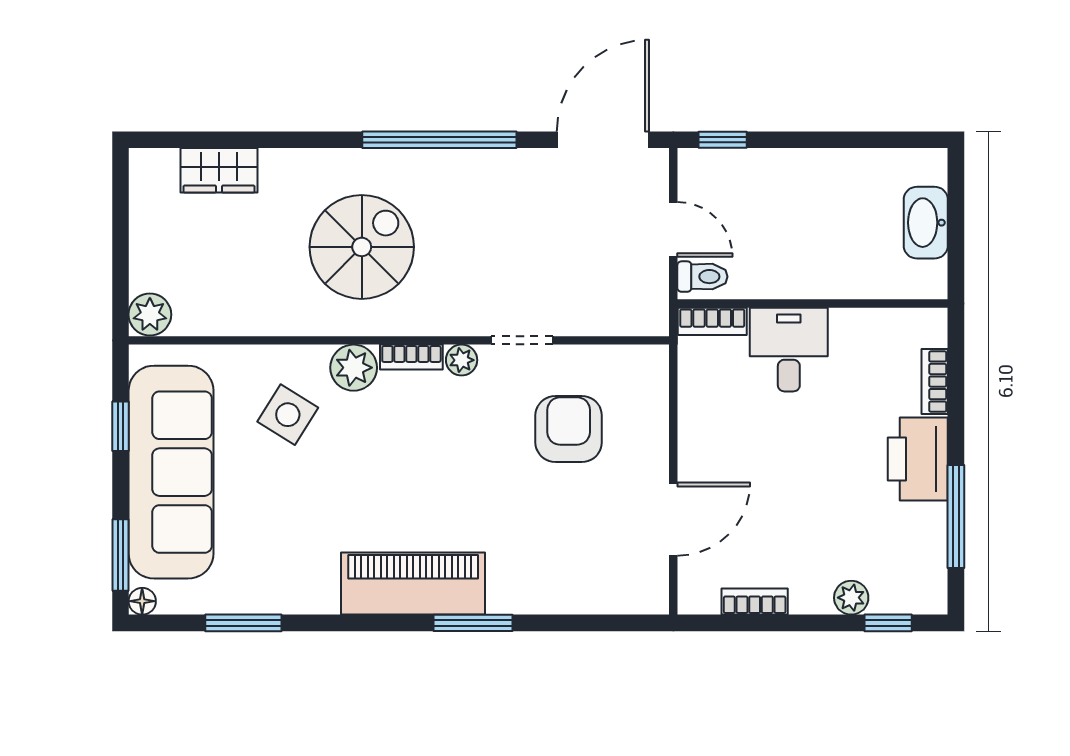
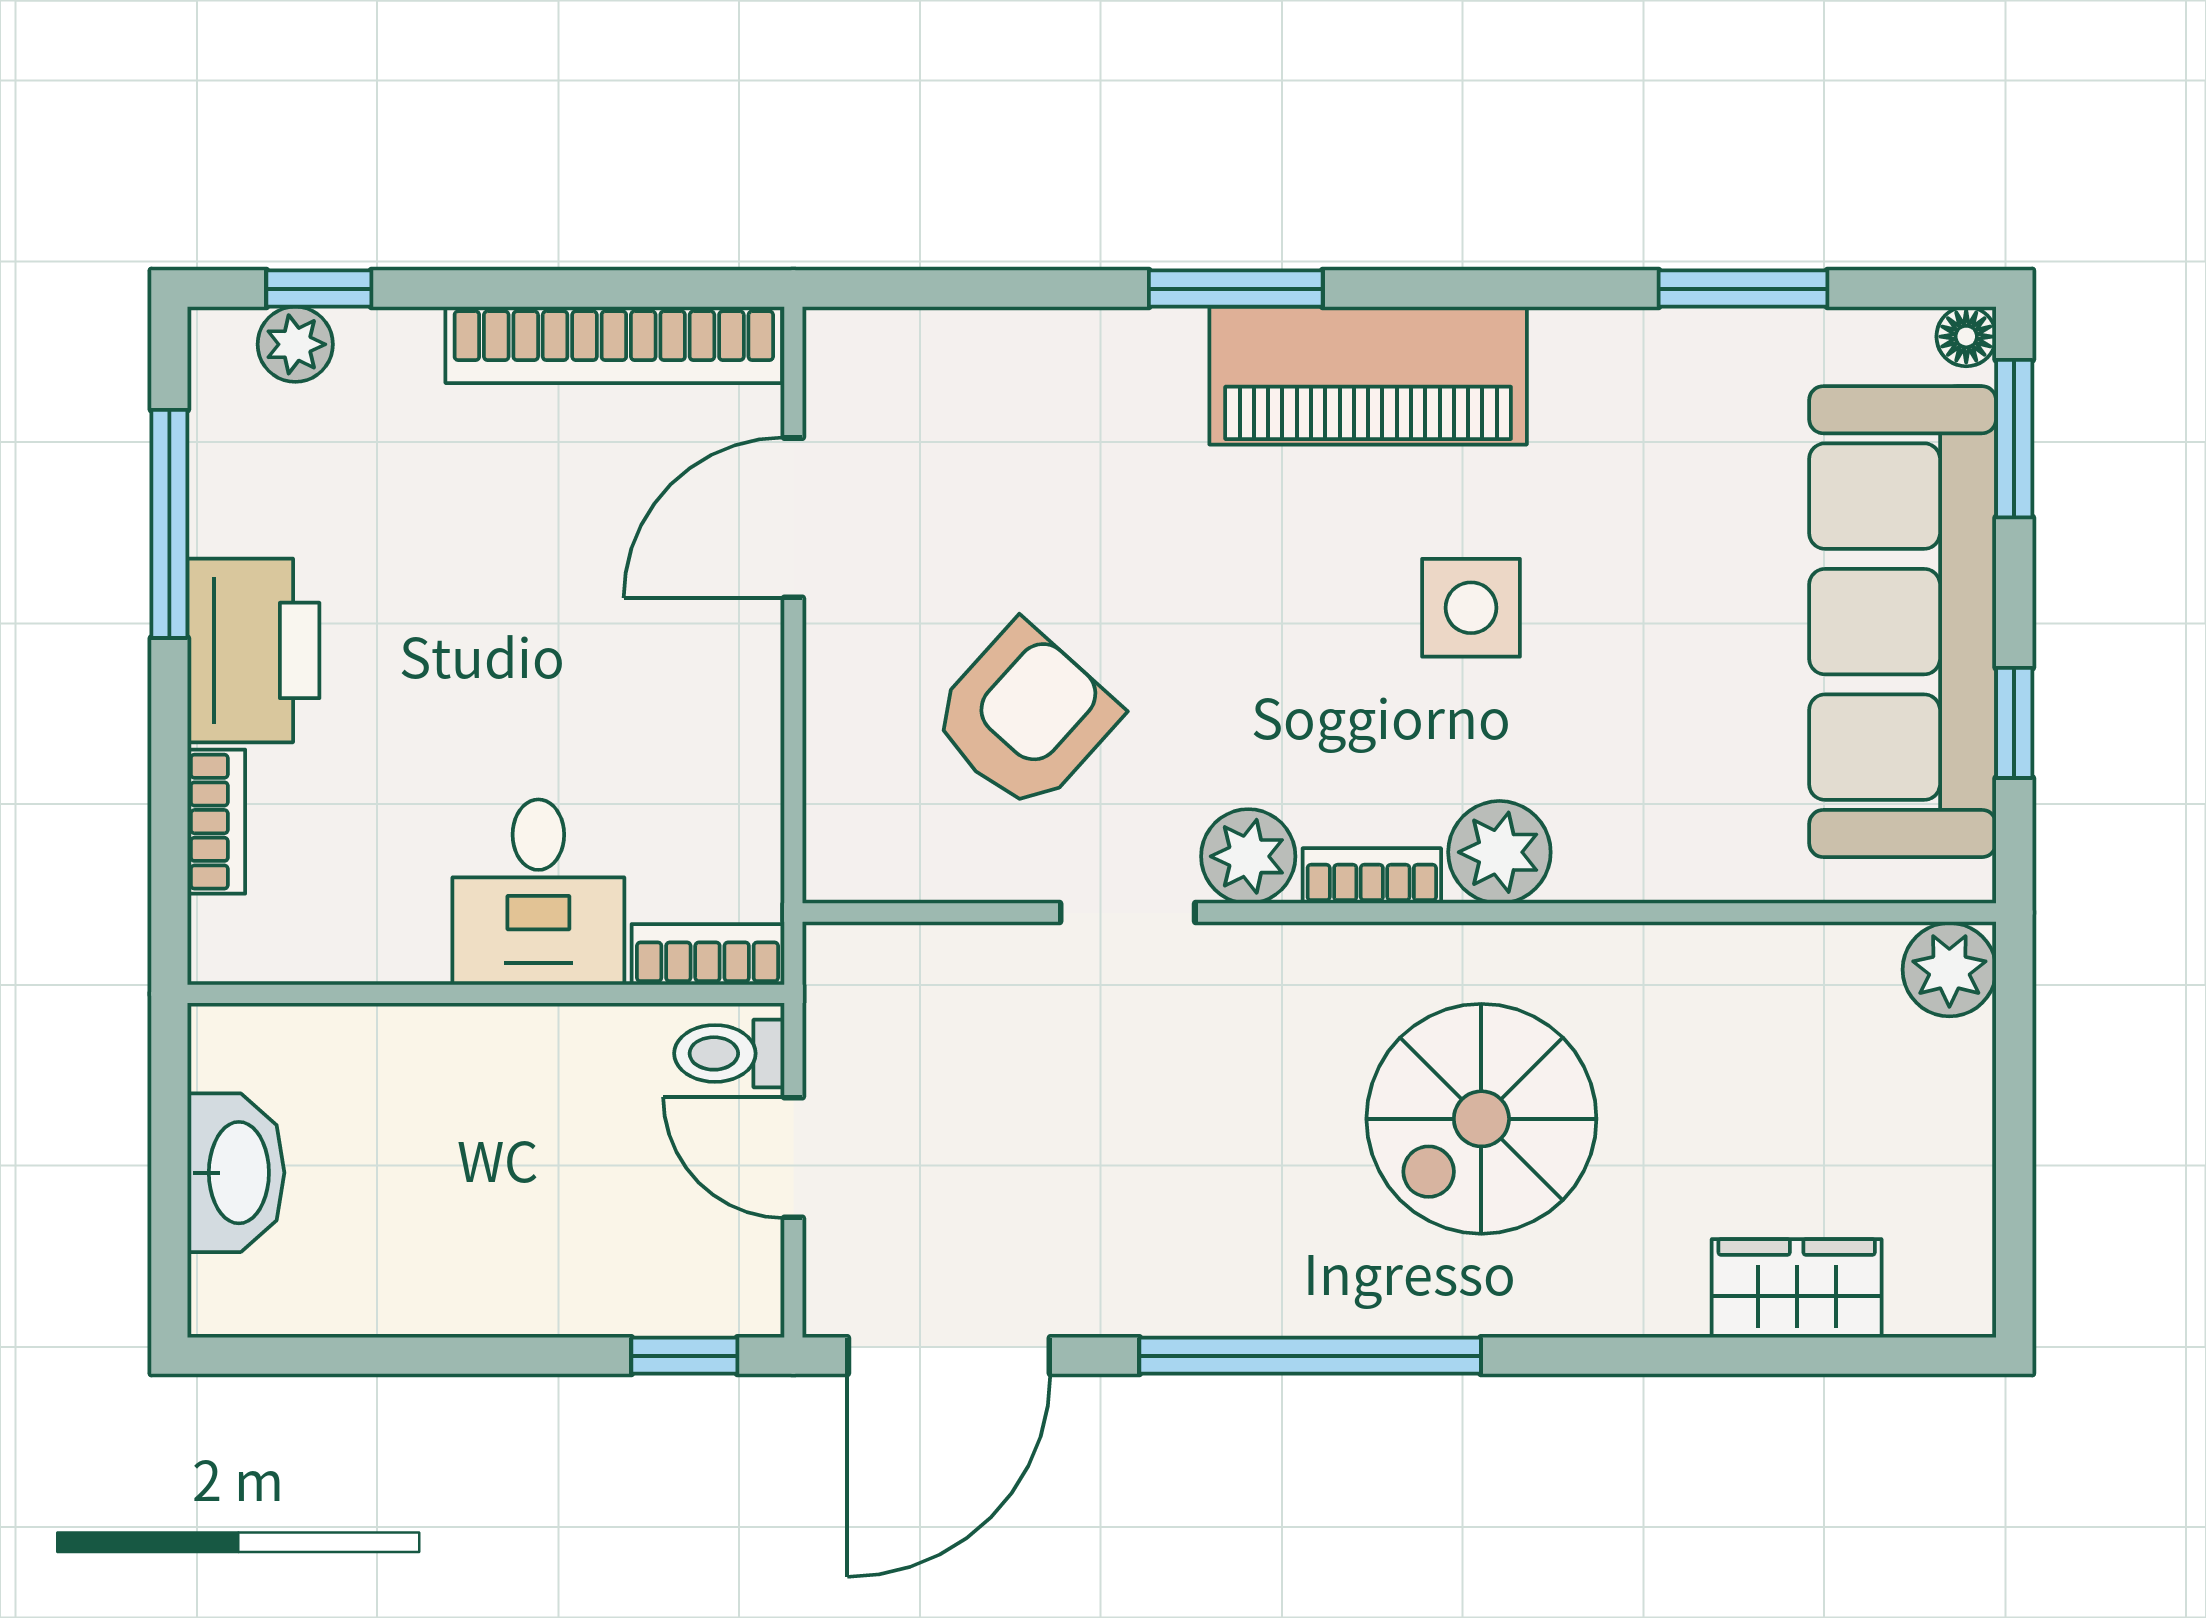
plant: (462, 360) -> (1248, 856), width x1.38, depth x1.38
side table: (288, 415) -> (1471, 608), moved, turned -32
armchair: (569, 429) -> (1025, 717), turned -138
plant: (851, 598) -> (295, 344), moved
bookcase: (755, 602) -> (614, 345), width x2.31, depth x1.31

